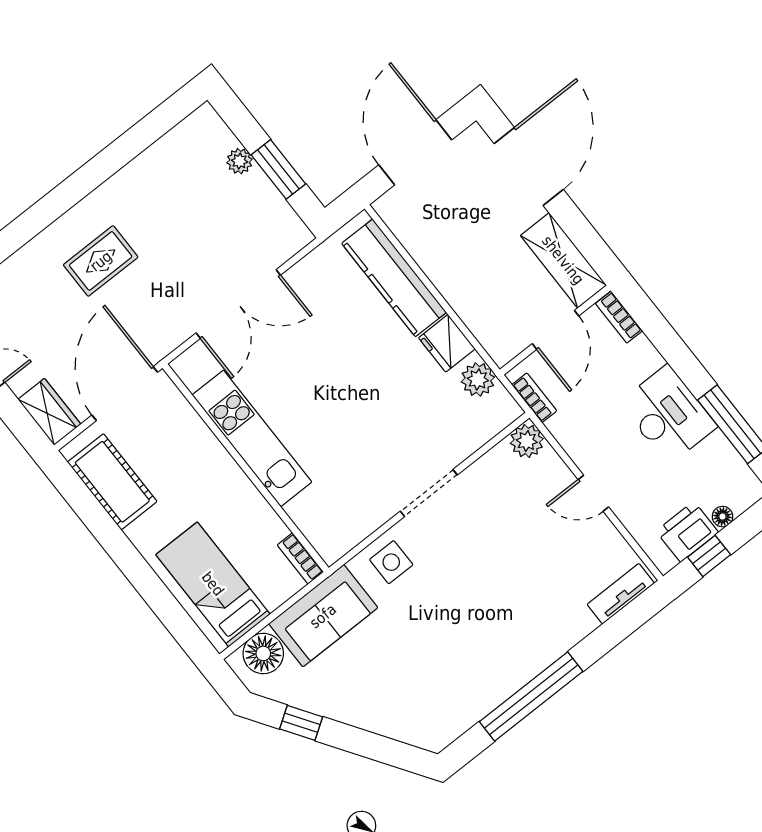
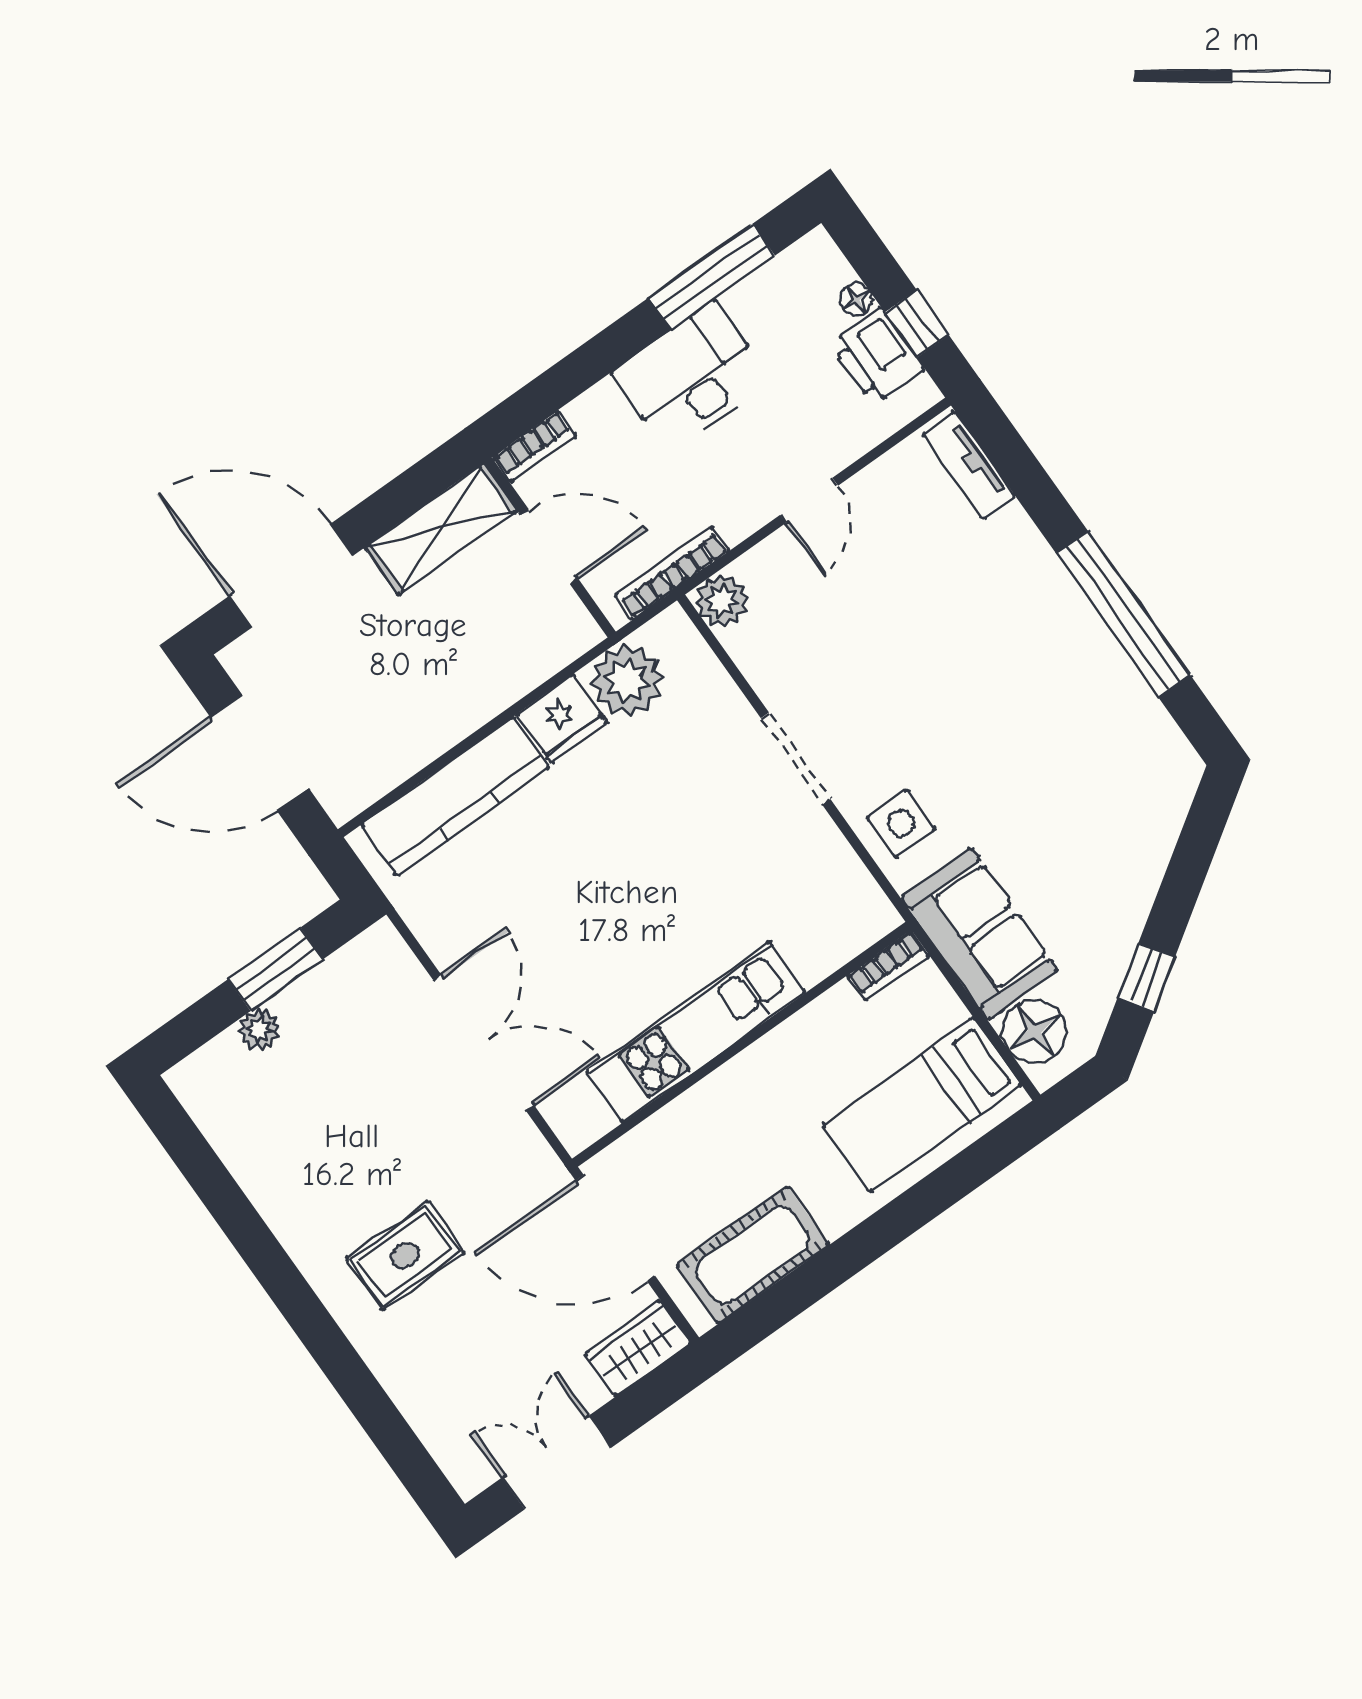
rug: (101, 261) -> (405, 1256), turned 90
plant: (478, 379) -> (627, 681), width x1.36, depth x1.36
bookcase: (534, 398) -> (672, 573), width x1.56

